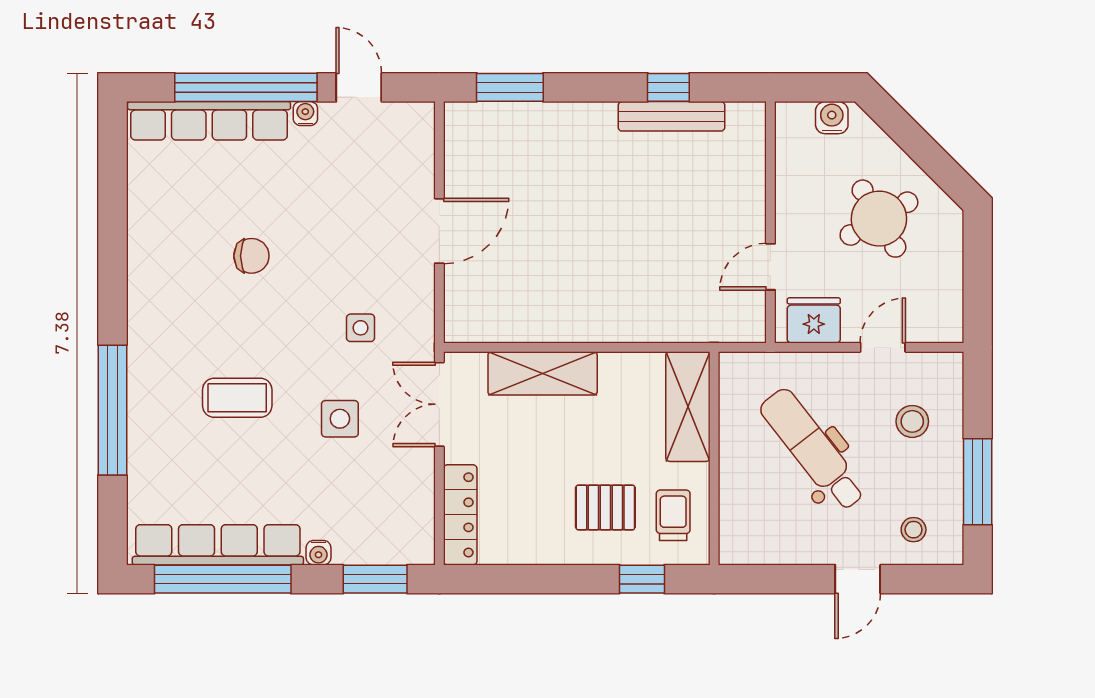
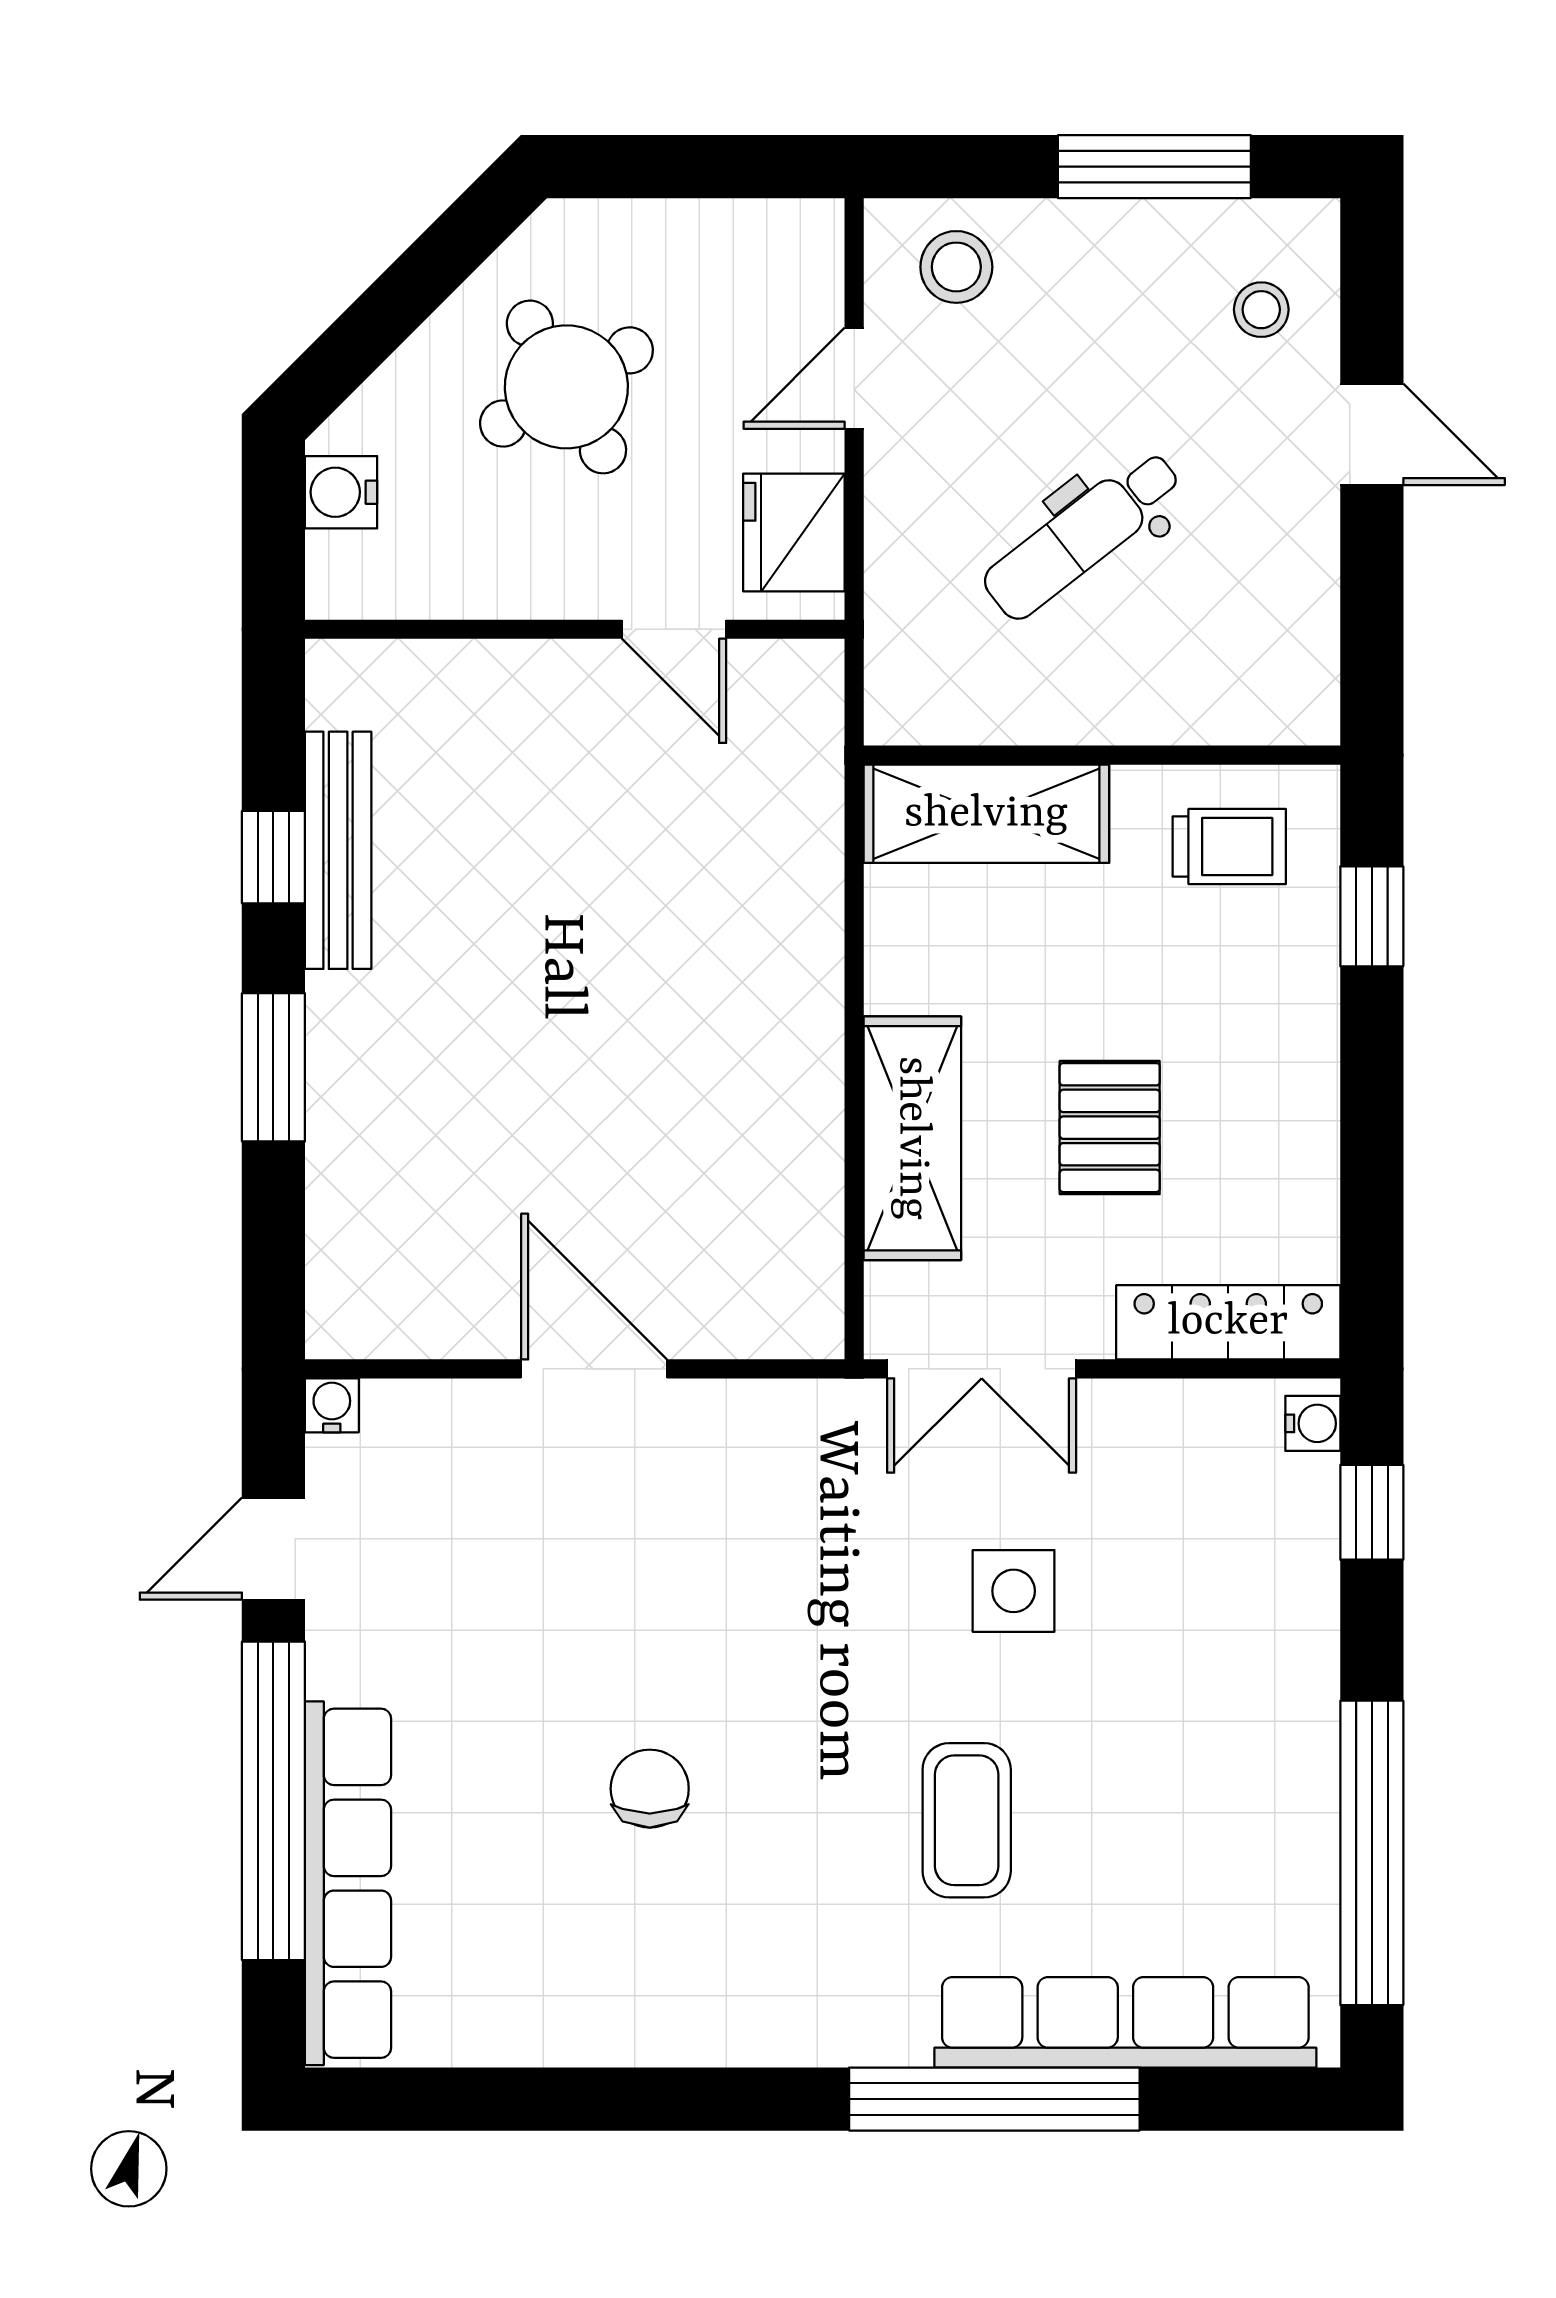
window: (510, 87) -> (273, 1067), moved
water cooler: (305, 114) -> (332, 1405), moved, turned 90
side table: (361, 328) -> (811, 1545), removed
door: (883, 347) -> (854, 378), hinge flipped
stool: (912, 421) -> (956, 267), moved
dental chair: (813, 450) -> (1083, 535), width x0.73, depth x0.72
pallet: (605, 507) -> (1110, 1128), moved
trolley: (673, 515) -> (1229, 847), turned 180
row of seats: (218, 545) -> (1125, 2022), moved, turned 90
water cooler: (319, 553) -> (1313, 1423), moved
window: (375, 579) -> (1372, 1512), width x0.67

